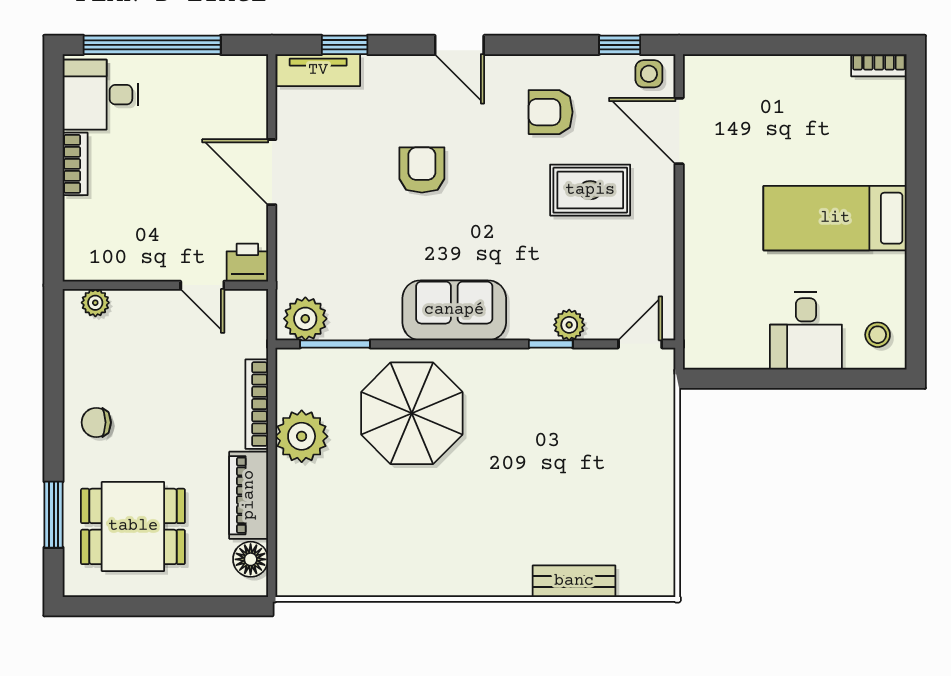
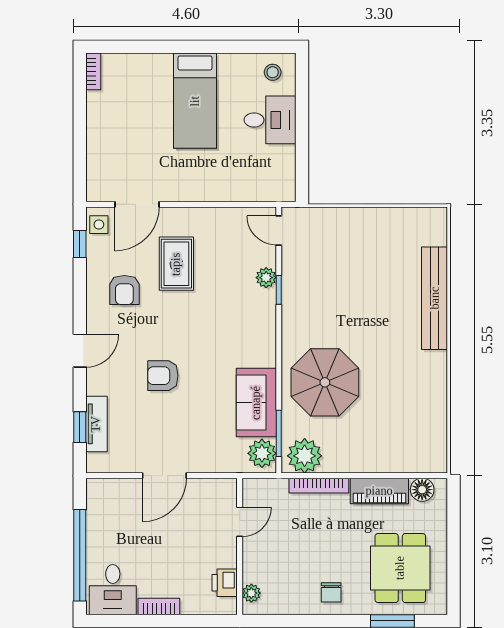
tv unit: (318, 70) -> (96, 424), moved
printer: (247, 263) -> (225, 583), moved
sofa: (454, 310) -> (256, 403), moved
plant: (302, 436) -> (305, 456), moved
bench: (574, 581) -> (435, 298), width x1.86, depth x1.21

